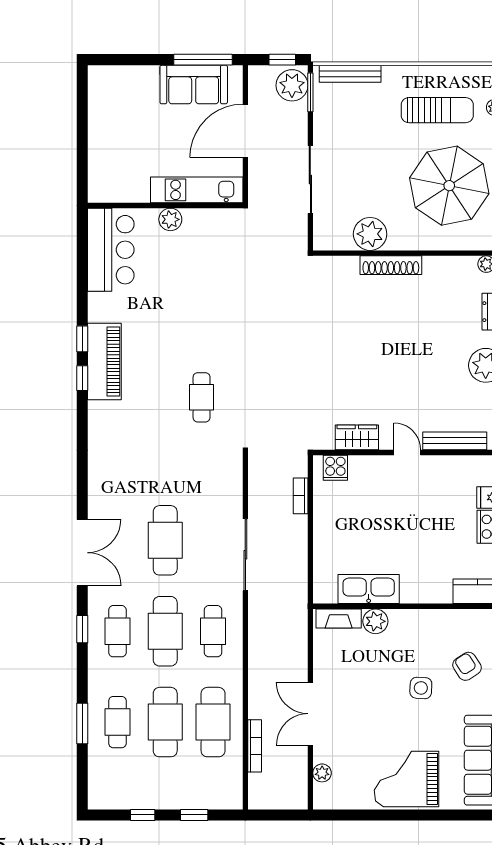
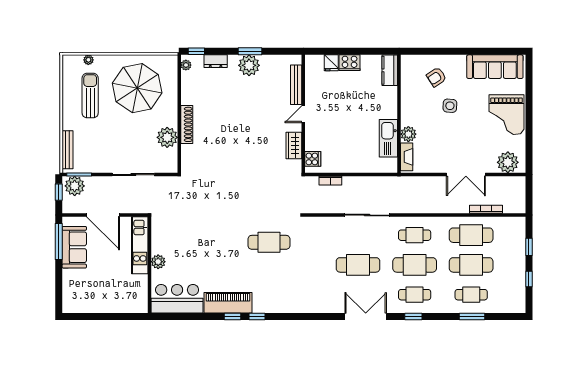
piano: (104, 362) -> (228, 303), moved
cafe table: (202, 397) -> (269, 242), width x1.37, depth x1.35
plant: (322, 773) -> (508, 162), width x1.87, depth x1.87

